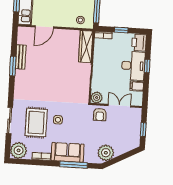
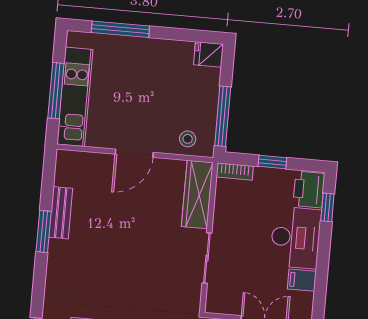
door: (44, 27) -> (134, 153), moved
window: (147, 66) -> (327, 207), moved
plant: (97, 98) -> (217, 302), removed

